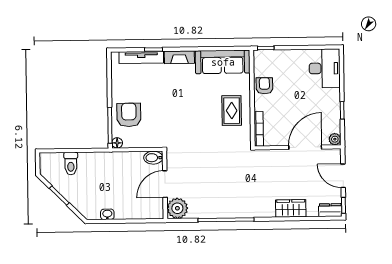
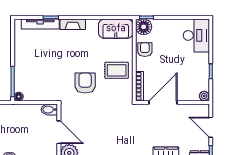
floor lamp: (263, 59) -> (144, 27), added
sofa: (223, 62) -> (116, 29), width x0.73
rug: (232, 111) -> (117, 70), turned 90
armchair: (129, 115) -> (85, 83), moved
door: (305, 147) -> (163, 102), moved
door: (165, 184) -> (59, 132), swing flipped

